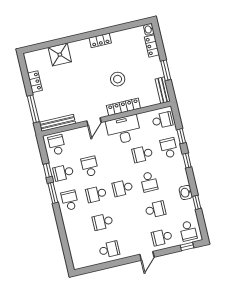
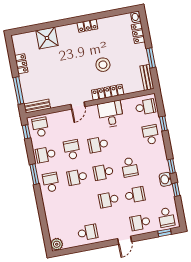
bench: (57, 123) -> (37, 106), width x0.73
desk: (123, 130) -> (111, 114), width x0.73
school desk: (142, 154) -> (98, 145), moved
window: (187, 160) -> (172, 166), moved
window: (48, 170) -> (26, 132), moved
school desk: (103, 222) -> (109, 200), moved
plant: (78, 263) -> (57, 244), added

